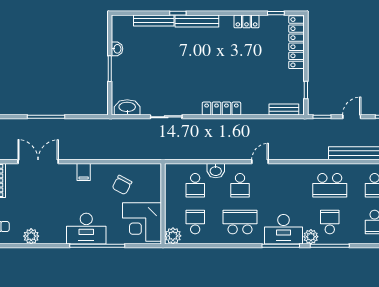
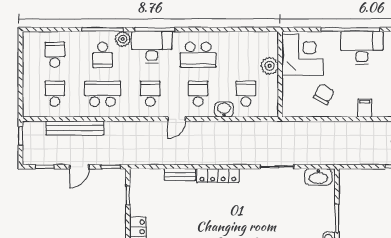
bench: (284, 110) -> (180, 175), moved
school desk: (195, 222) -> (150, 94), moved, turned 180
plant: (173, 236) -> (270, 66), moved

